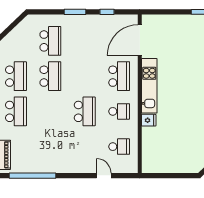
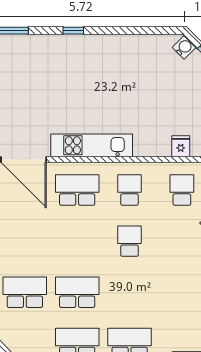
school desk: (85, 111) -> (130, 241), width x0.54
fridge: (149, 120) -> (181, 146), moved

